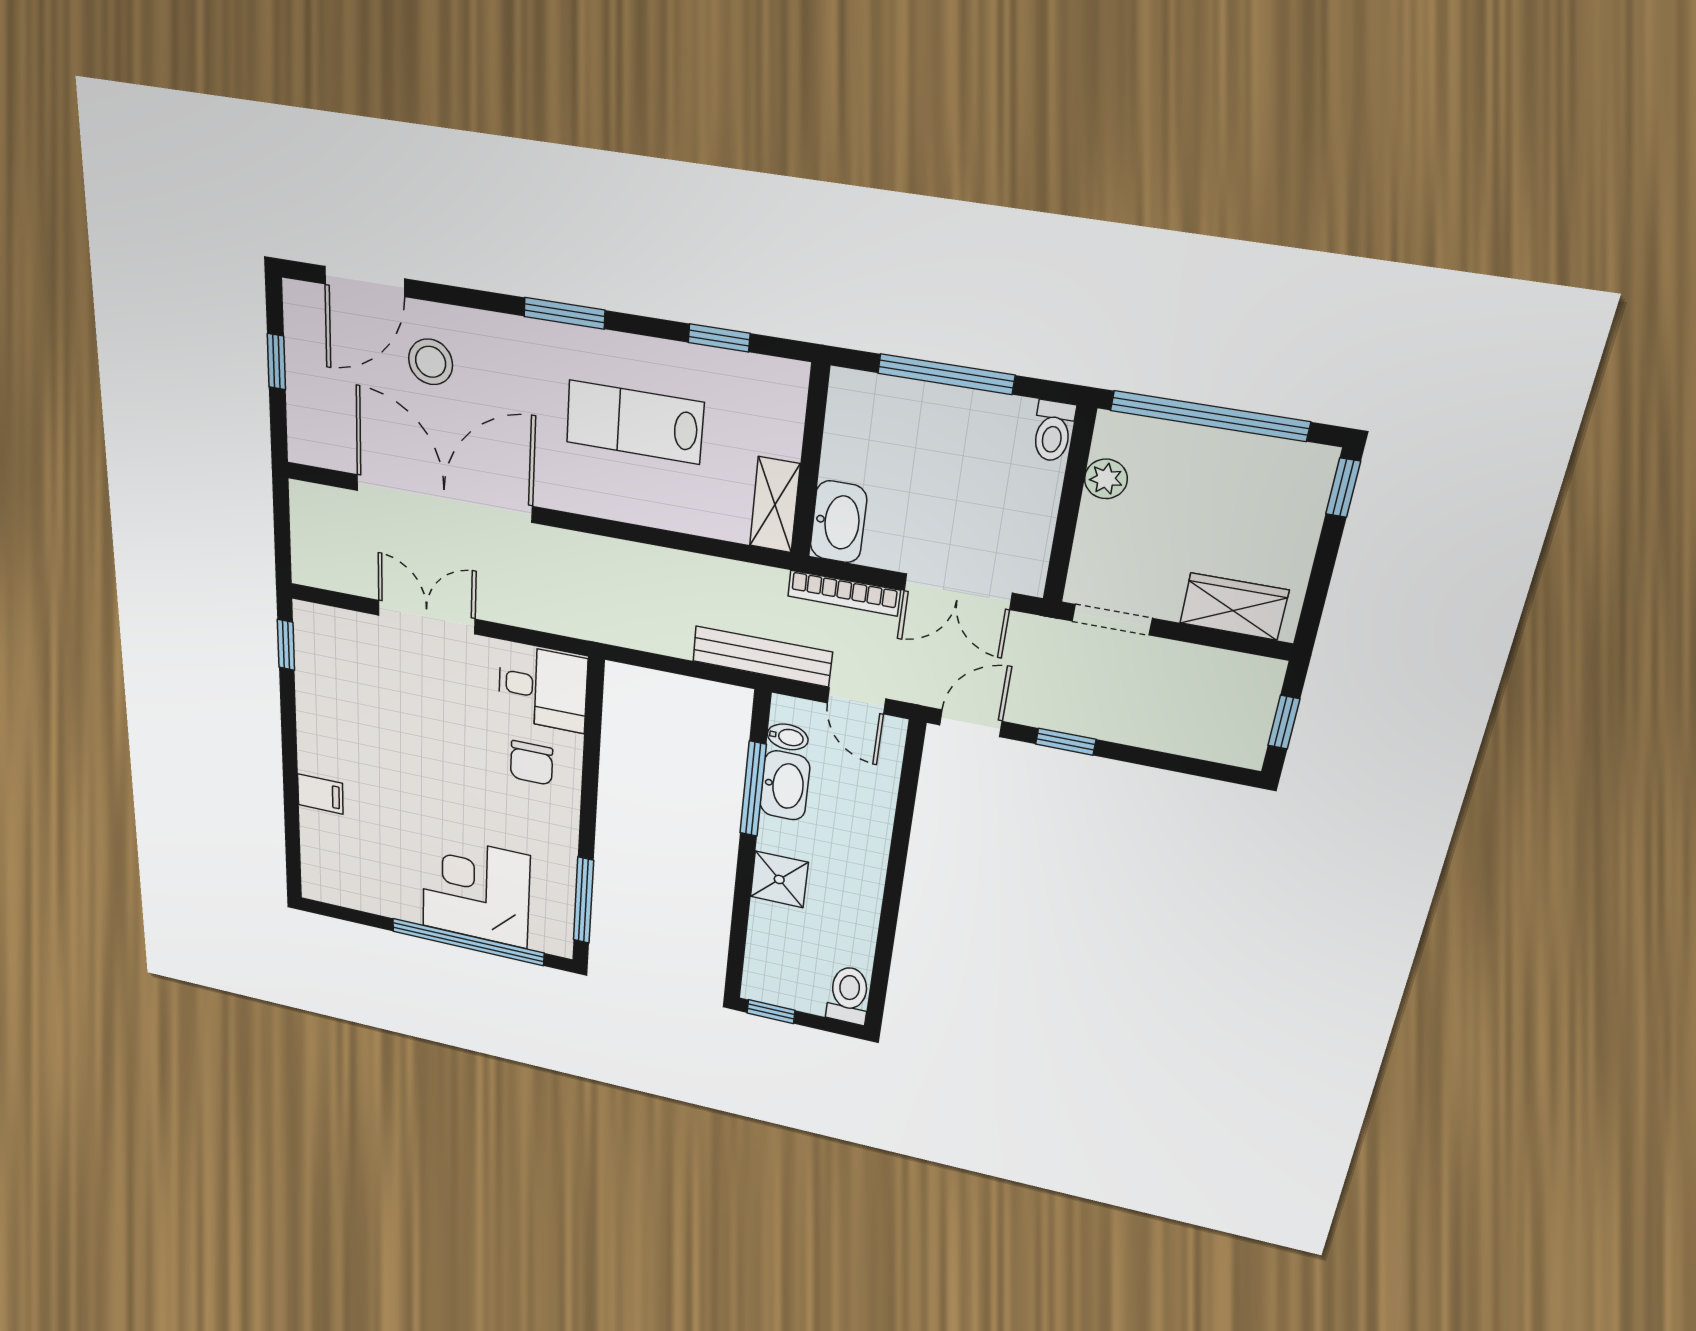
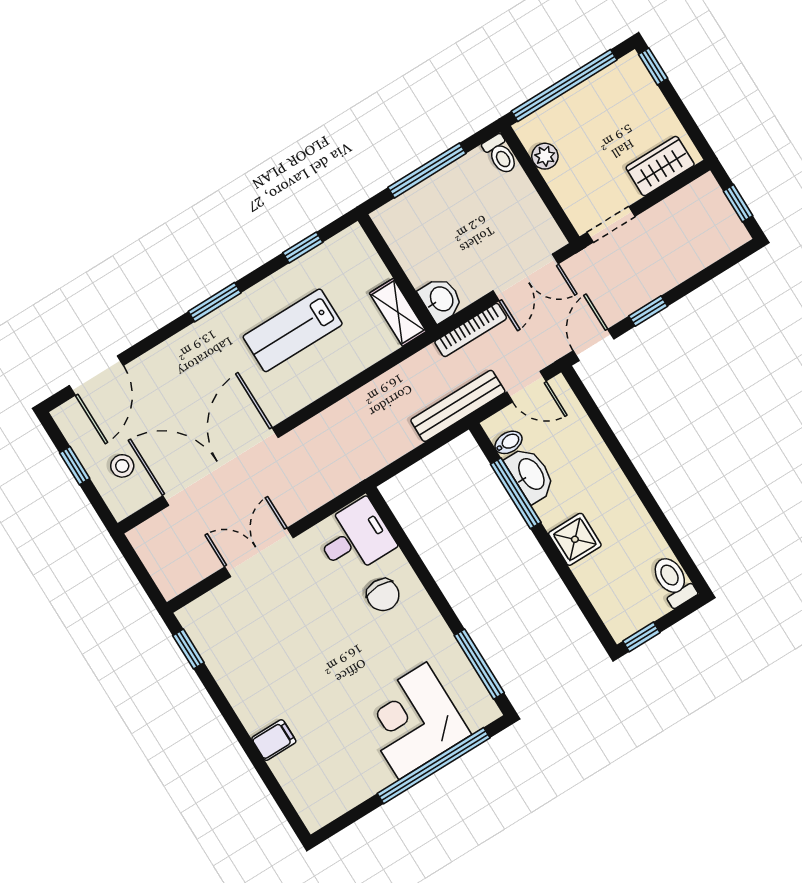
stool: (431, 362) -> (122, 466), moved, width x0.73, depth x0.73
washbasin: (838, 522) -> (441, 299), width x0.72

